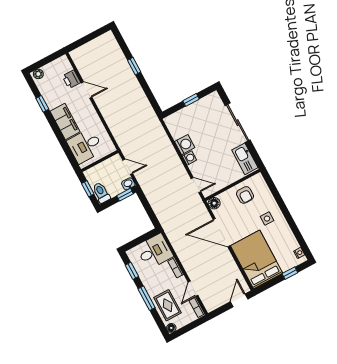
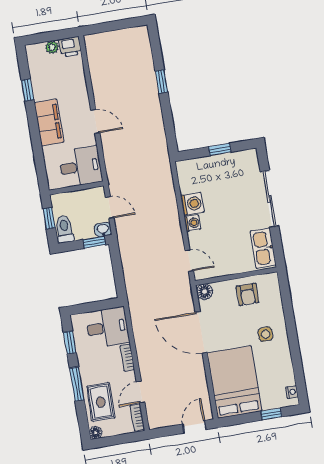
plant: (38, 74) -> (52, 47), moved
printer: (71, 79) -> (70, 47), moved, turned -90
door: (87, 90) -> (95, 121), moved
desk: (85, 146) -> (81, 167), moved, turned 180

